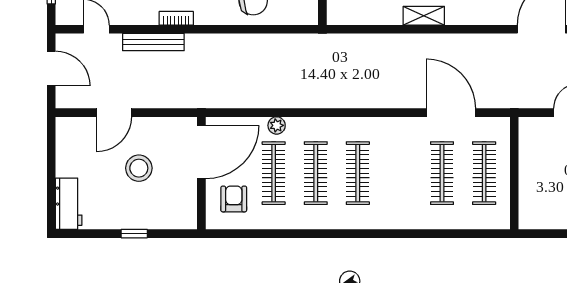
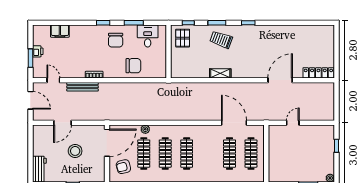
armchair: (234, 199) -> (123, 167), turned -104

